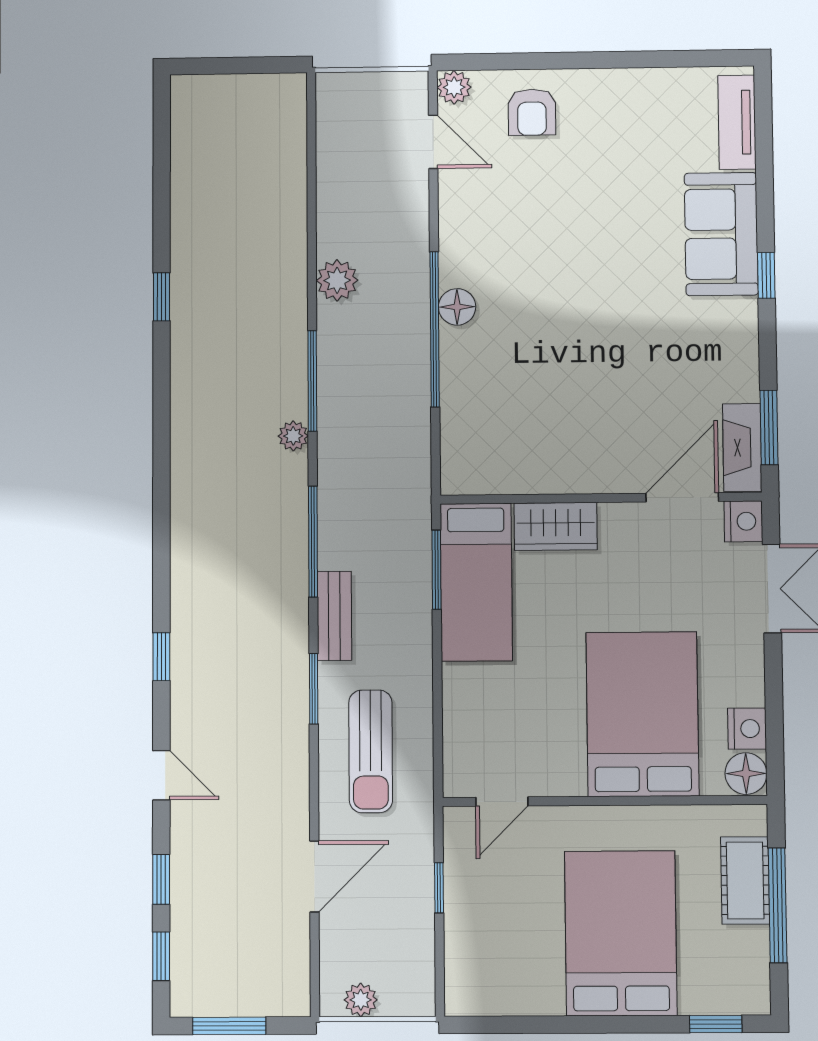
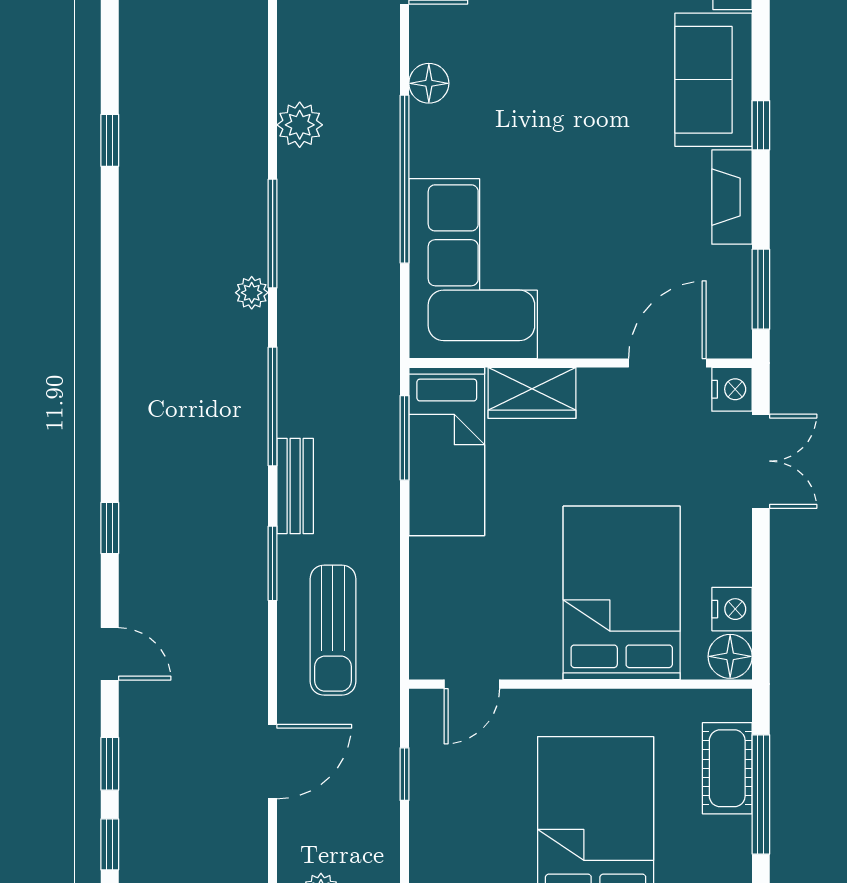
floor lamp: (457, 307) -> (429, 83), moved
corner sofa: (499, 411) -> (473, 269), added
fireplace: (742, 448) -> (732, 197), moved

